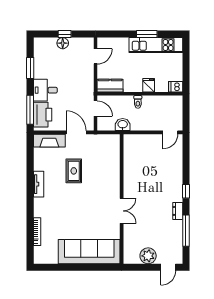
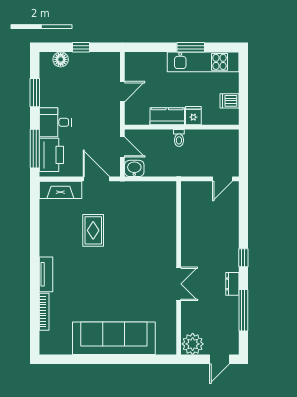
floor lamp: (63, 43) -> (61, 59), moved
door: (96, 56) -> (122, 92), moved
kitchen counter: (110, 86) -> (167, 116), moved
dishwasher: (176, 87) -> (230, 101), moved
washbasin: (123, 125) -> (134, 168), moved
tv unit: (39, 184) -> (46, 274), moved
wall: (122, 199) -> (179, 268), moved
double door: (122, 211) -> (179, 284), moved

